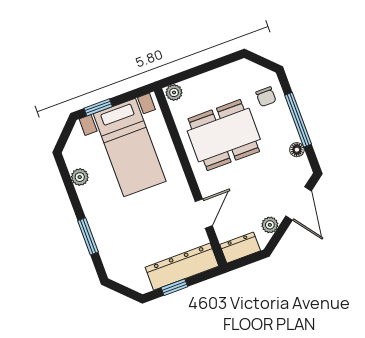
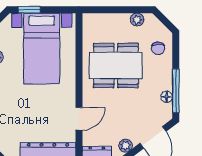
plant: (174, 92) -> (137, 20), moved
window: (298, 120) -> (176, 91), moved

